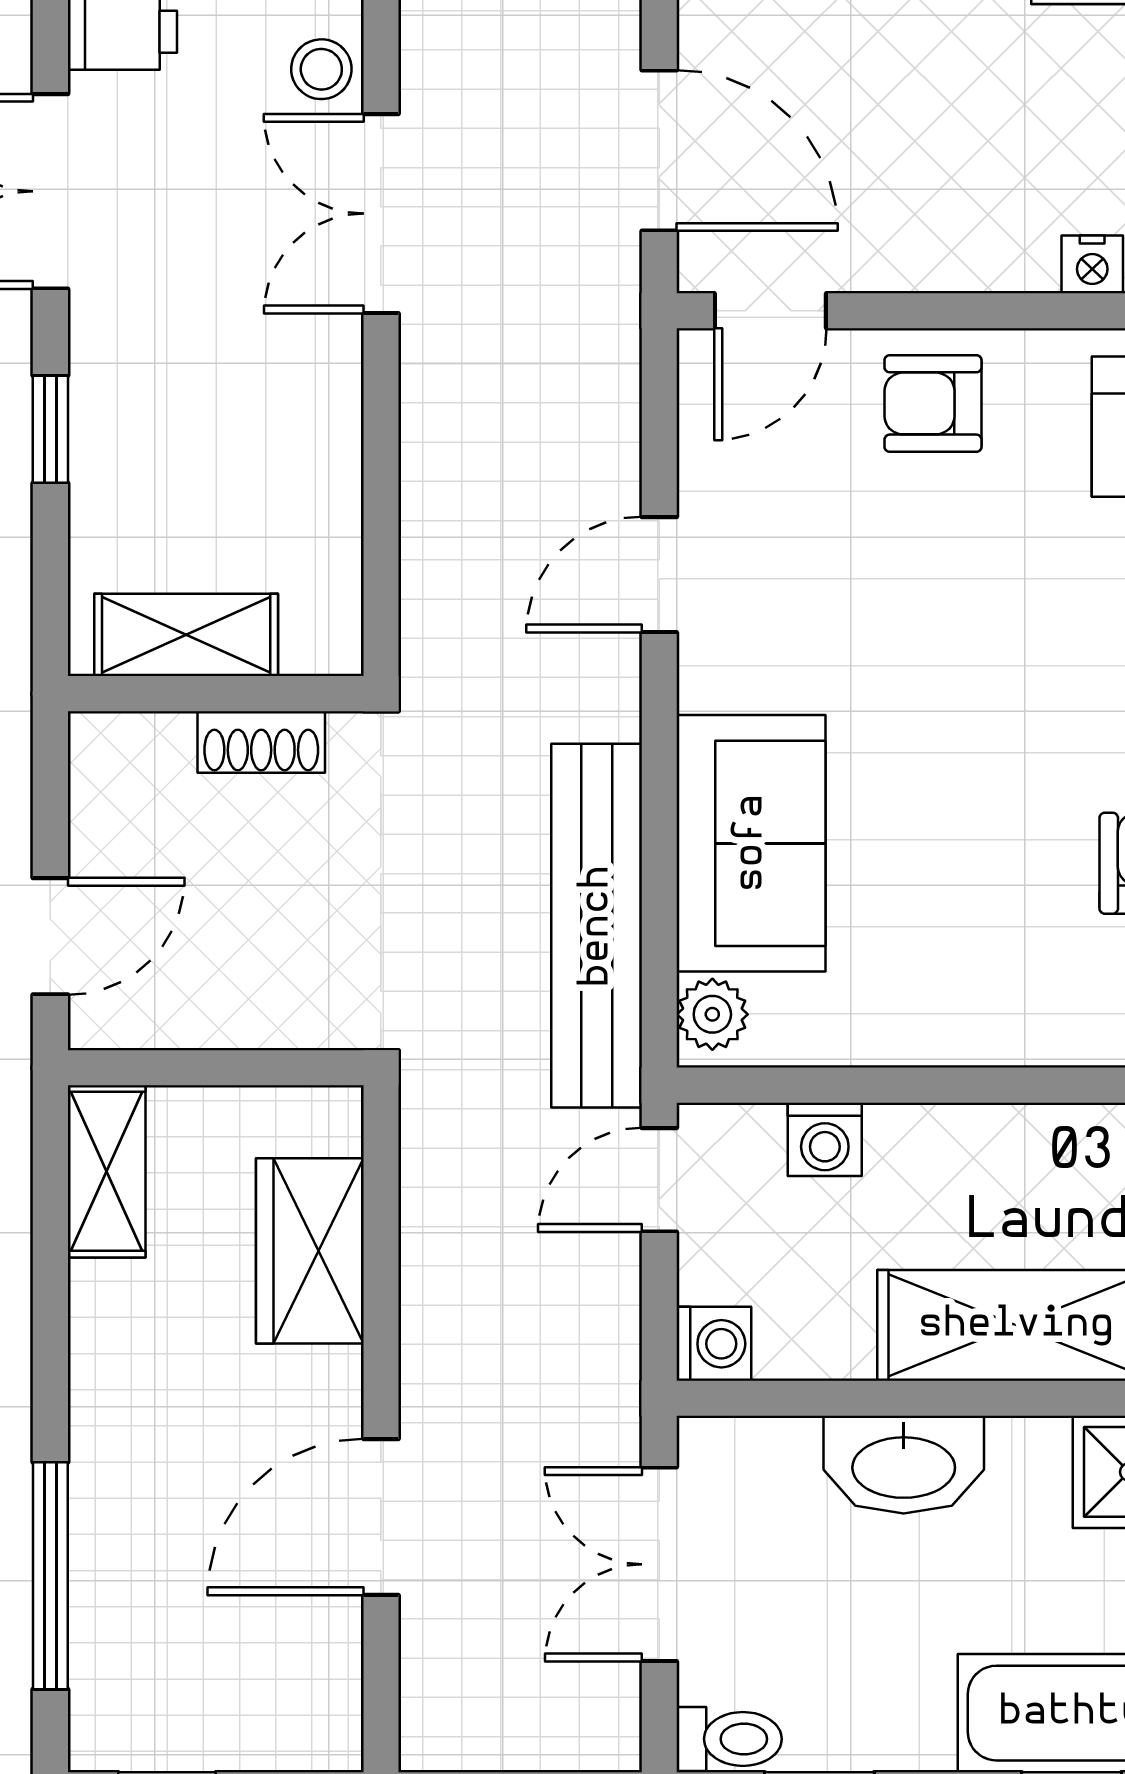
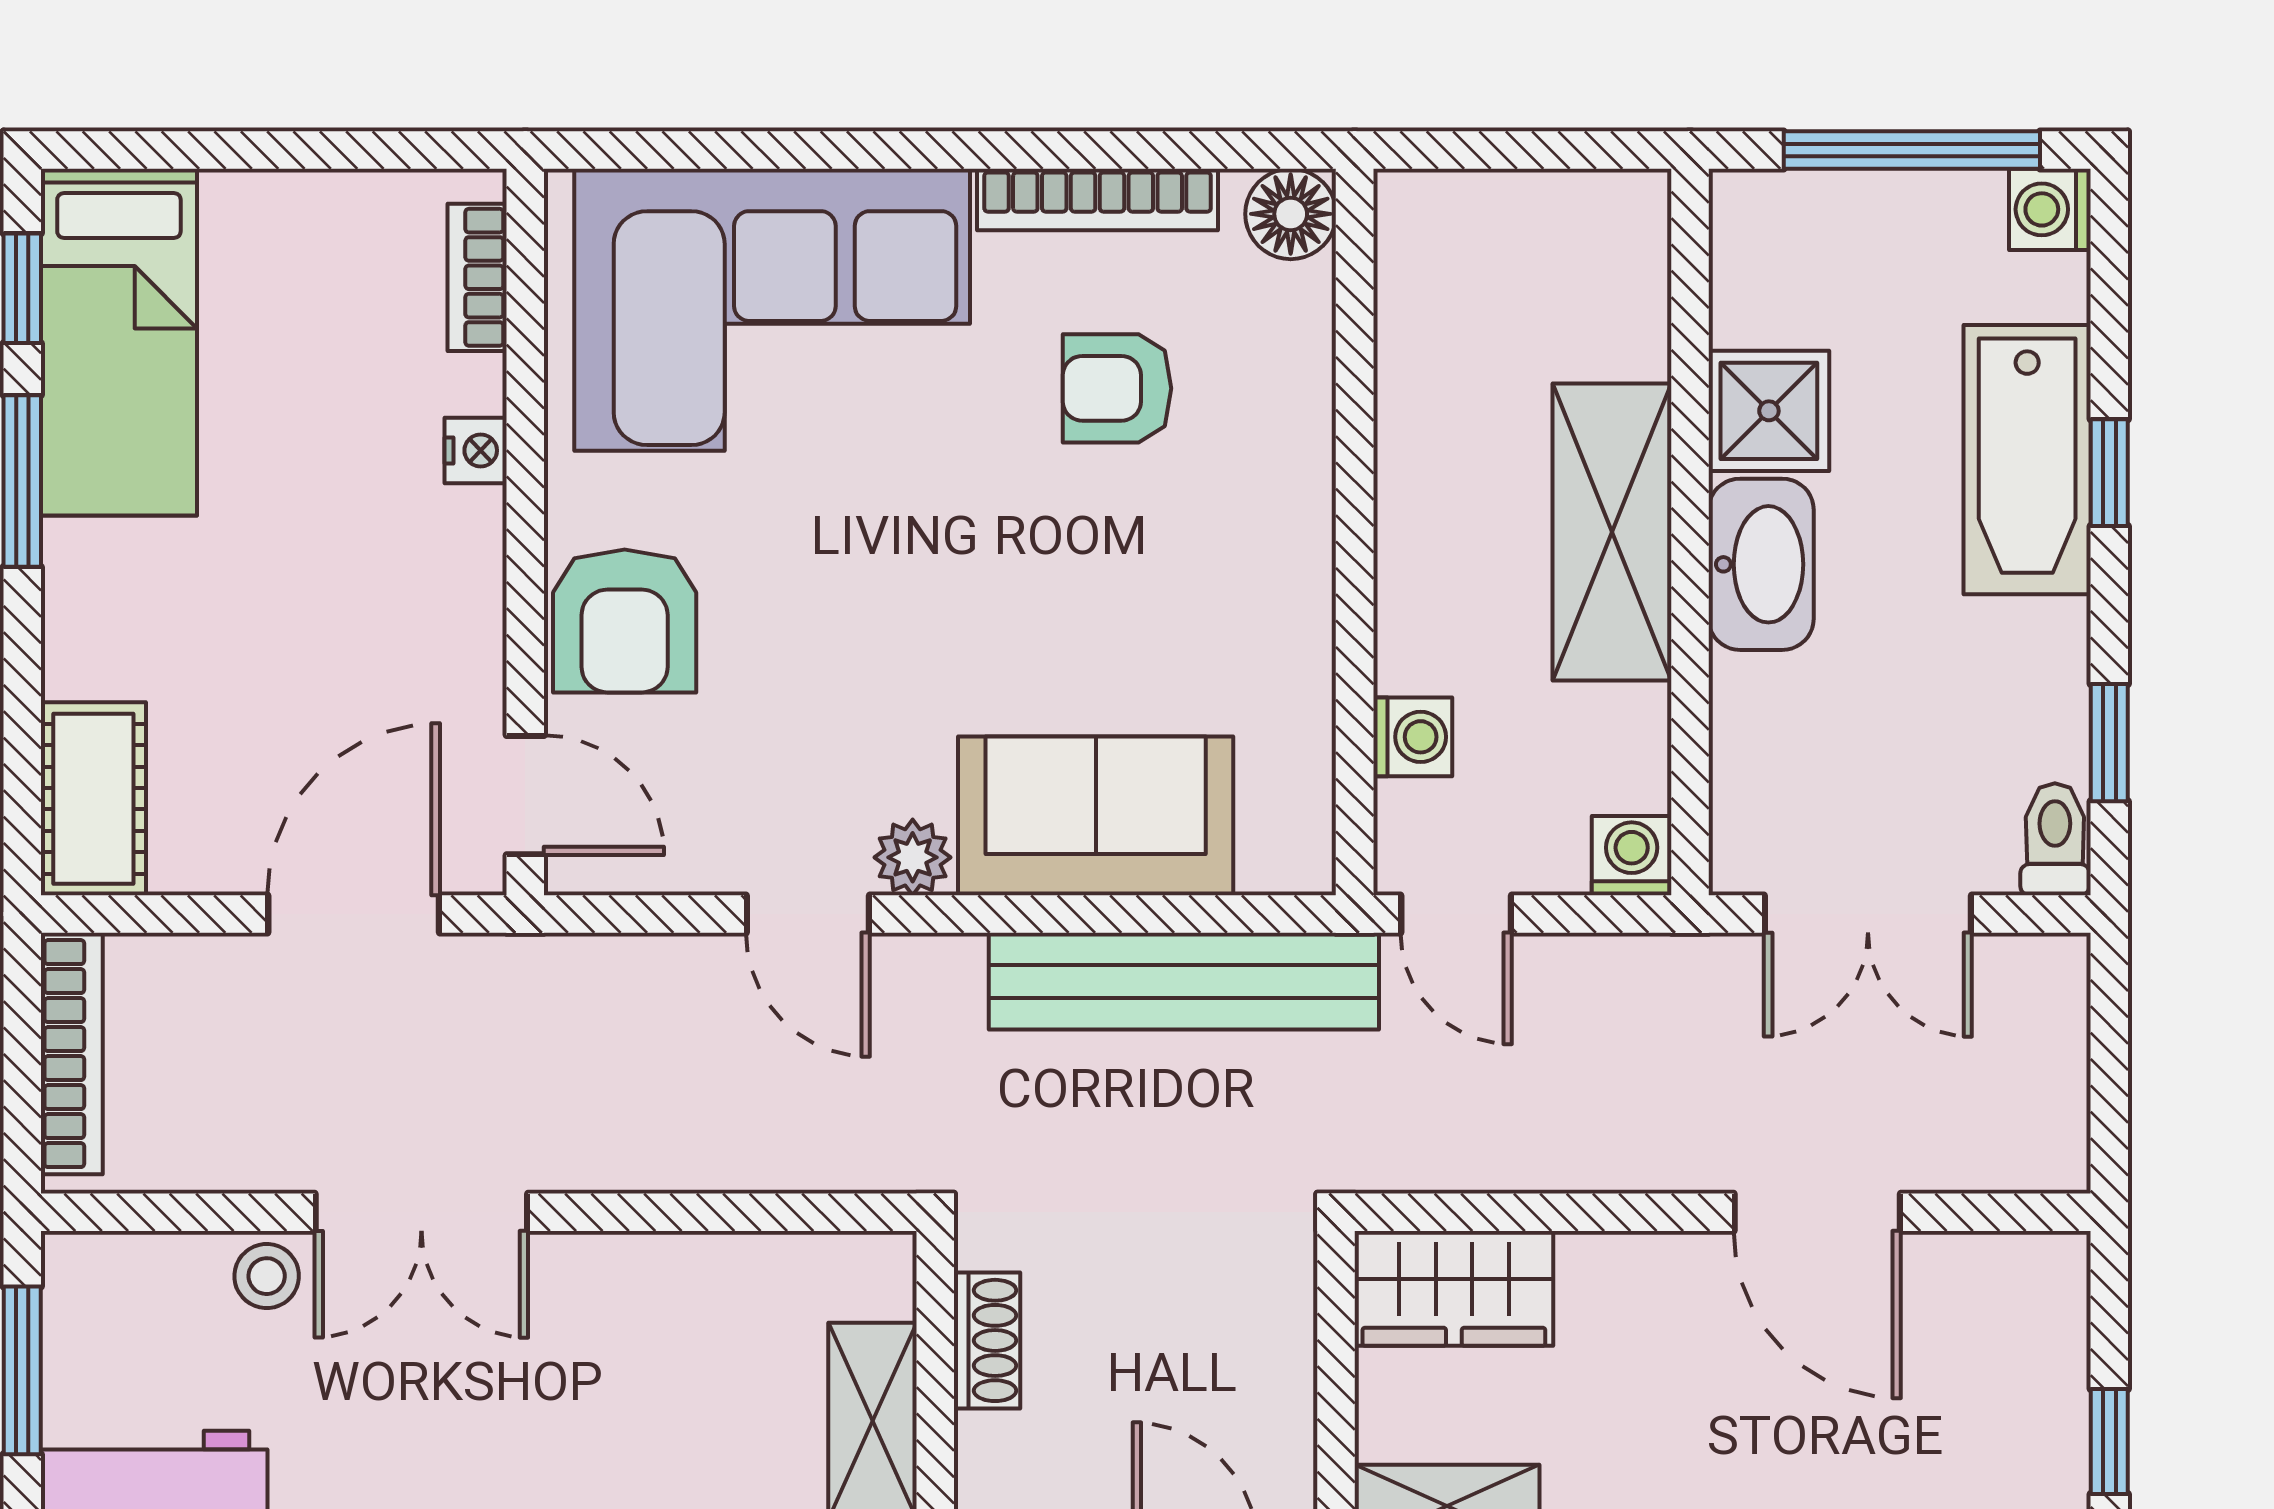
armchair: (933, 403) -> (625, 621), width x1.38, depth x1.38
plant: (712, 1014) -> (913, 857), moved
wardrobe: (310, 1251) -> (1454, 1288), moved
washbasin: (904, 1465) -> (1761, 564), moved

